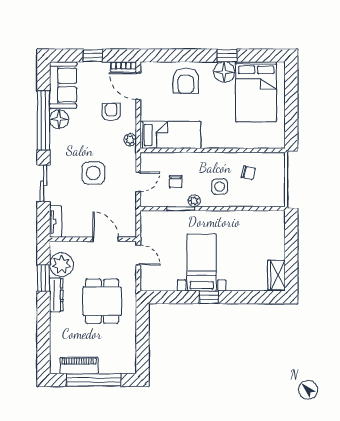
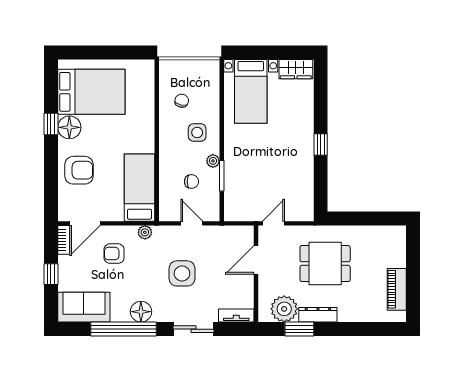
floor lamp: (59, 119) -> (141, 312), moved
bed with nightstands: (202, 263) -> (251, 91), moved, turned -90
window: (94, 380) -> (413, 273), removed

